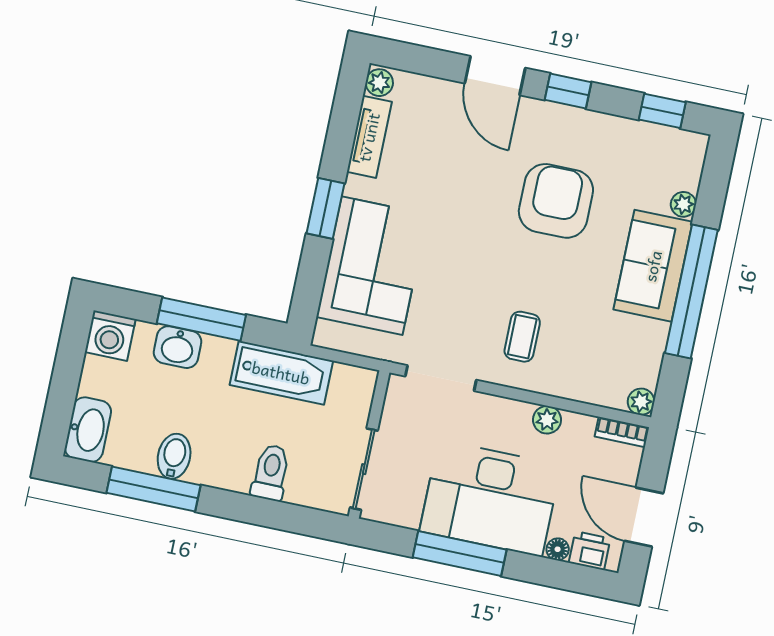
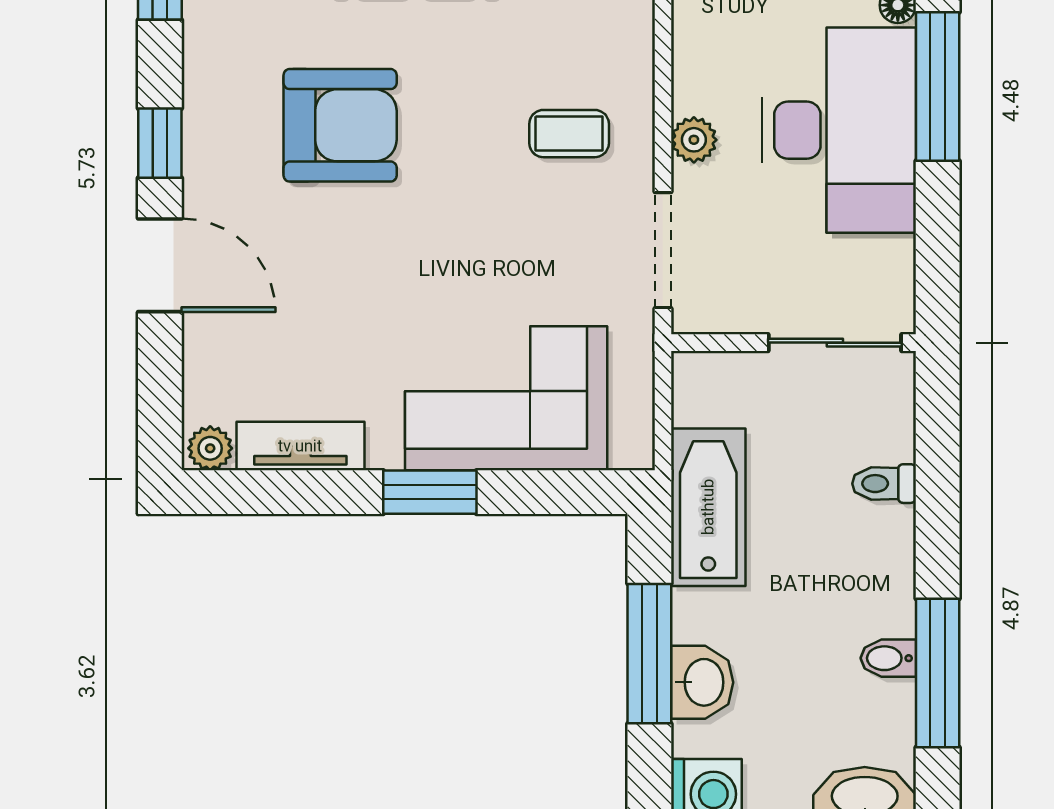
door: (495, 76) -> (160, 265), hinge flipped
armchair: (556, 201) -> (340, 125), turned 180
plant: (547, 420) -> (694, 140), moved
bidet: (174, 456) -> (888, 658), width x0.72, depth x0.74
toilet: (271, 473) -> (884, 484), width x0.73, depth x0.72
window: (460, 553) -> (938, 87), moved

